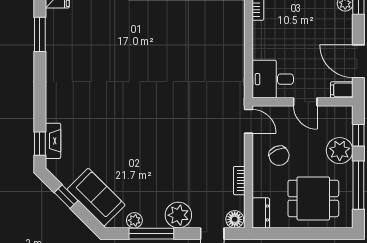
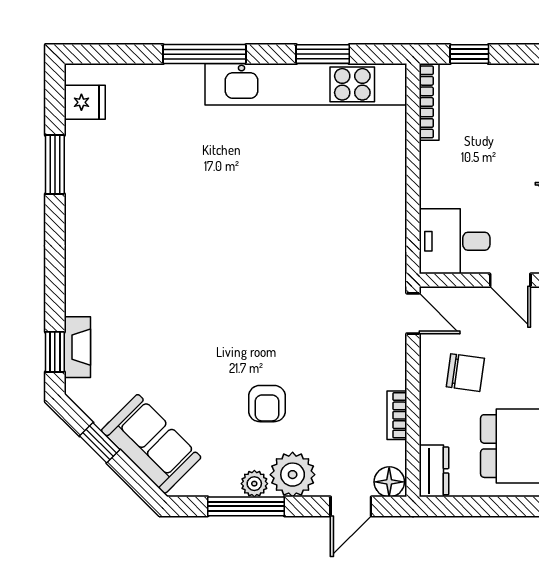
chair: (279, 156) -> (465, 373), turned -58
armchair: (163, 174) -> (267, 404), added
plant: (134, 220) -> (254, 484), moved

